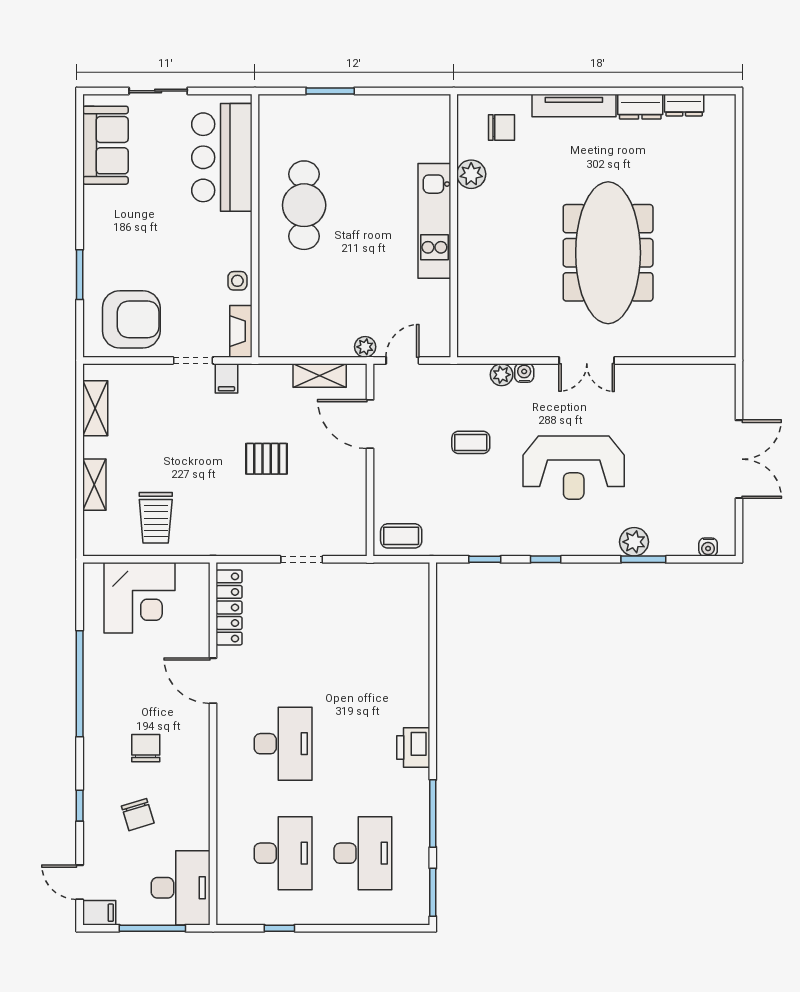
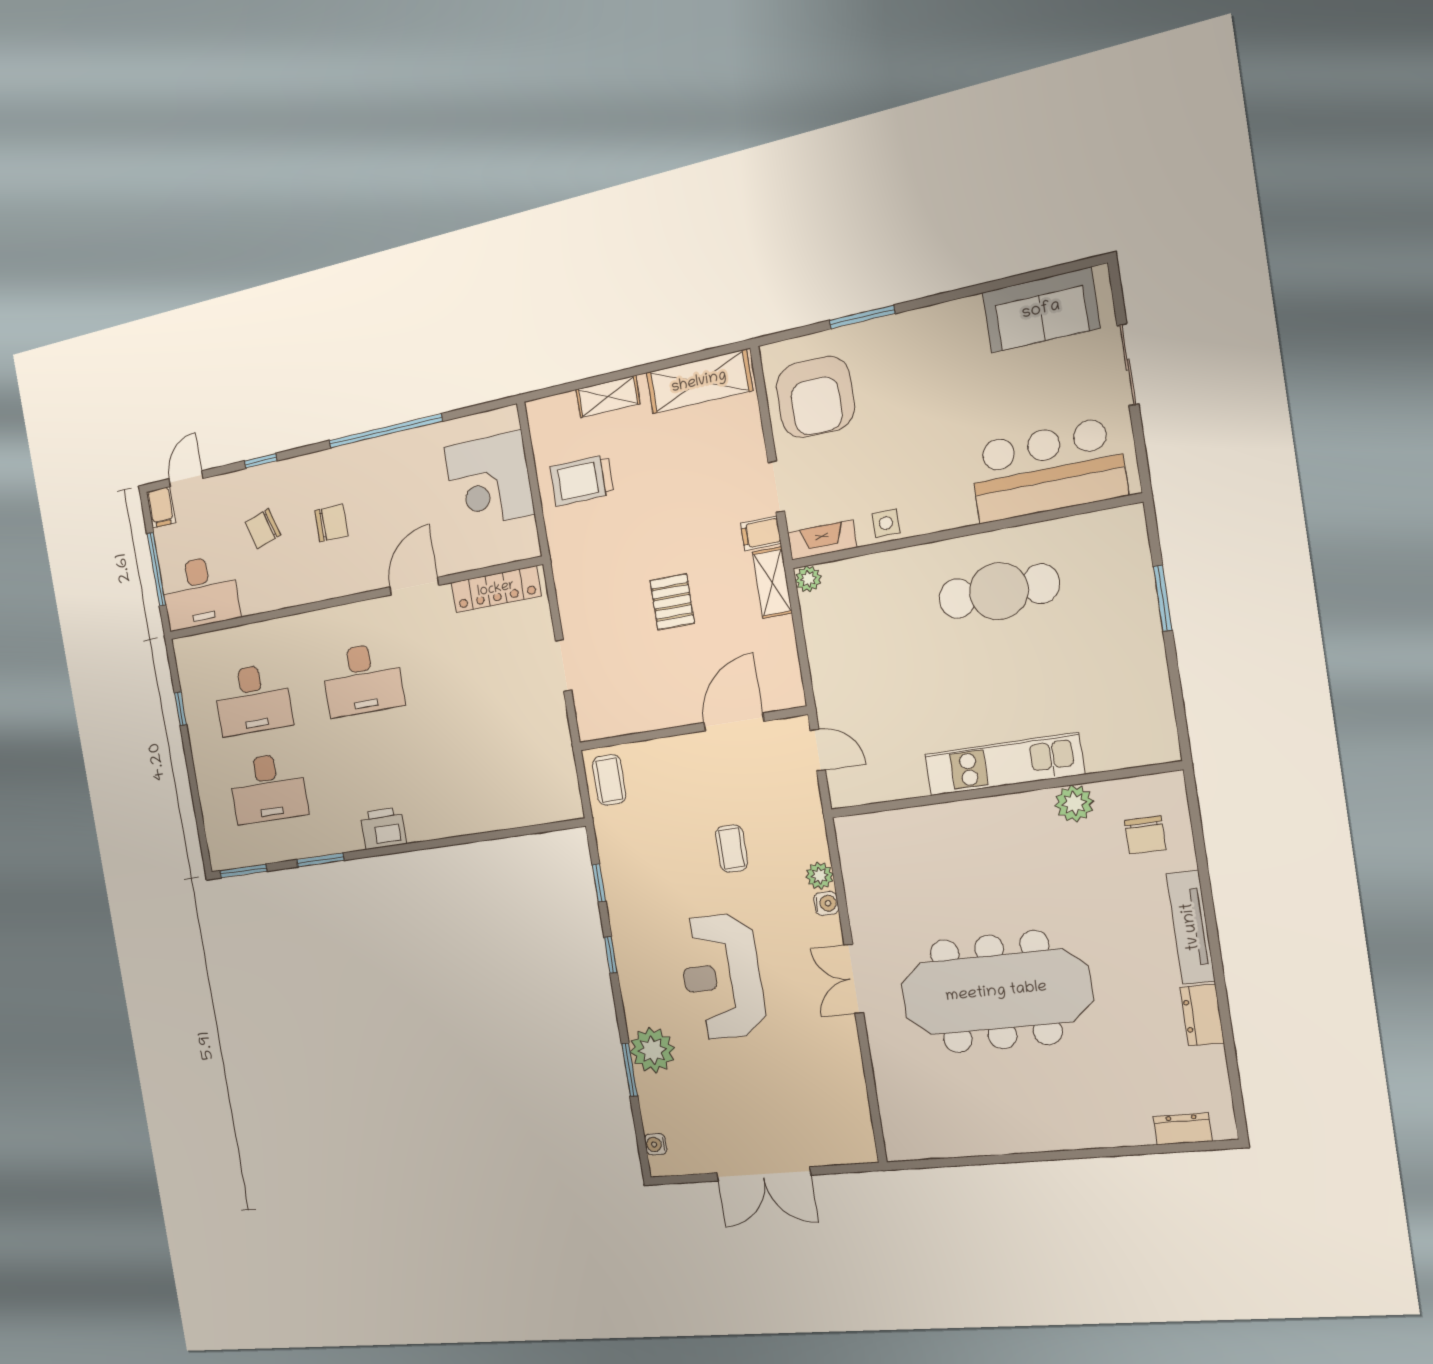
dresser: (684, 105) -> (1183, 1129), moved, turned 90
plant: (365, 347) -> (808, 579), moved
shelving: (320, 376) -> (772, 583), moved
shelving: (95, 408) -> (699, 382), width x1.50, depth x1.33
plant: (634, 542) -> (652, 1050), width x1.36, depth x1.36
window: (433, 813) -> (320, 860), width x0.69

